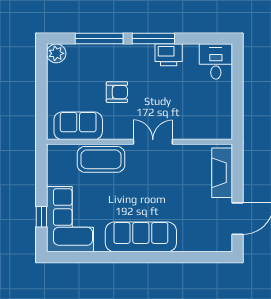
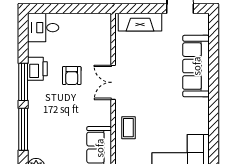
armchair: (117, 92) -> (72, 76), moved, turned 180
coffee table: (101, 159) -> (128, 128), width x0.54, depth x0.58
sofa: (141, 237) -> (196, 66), moved

